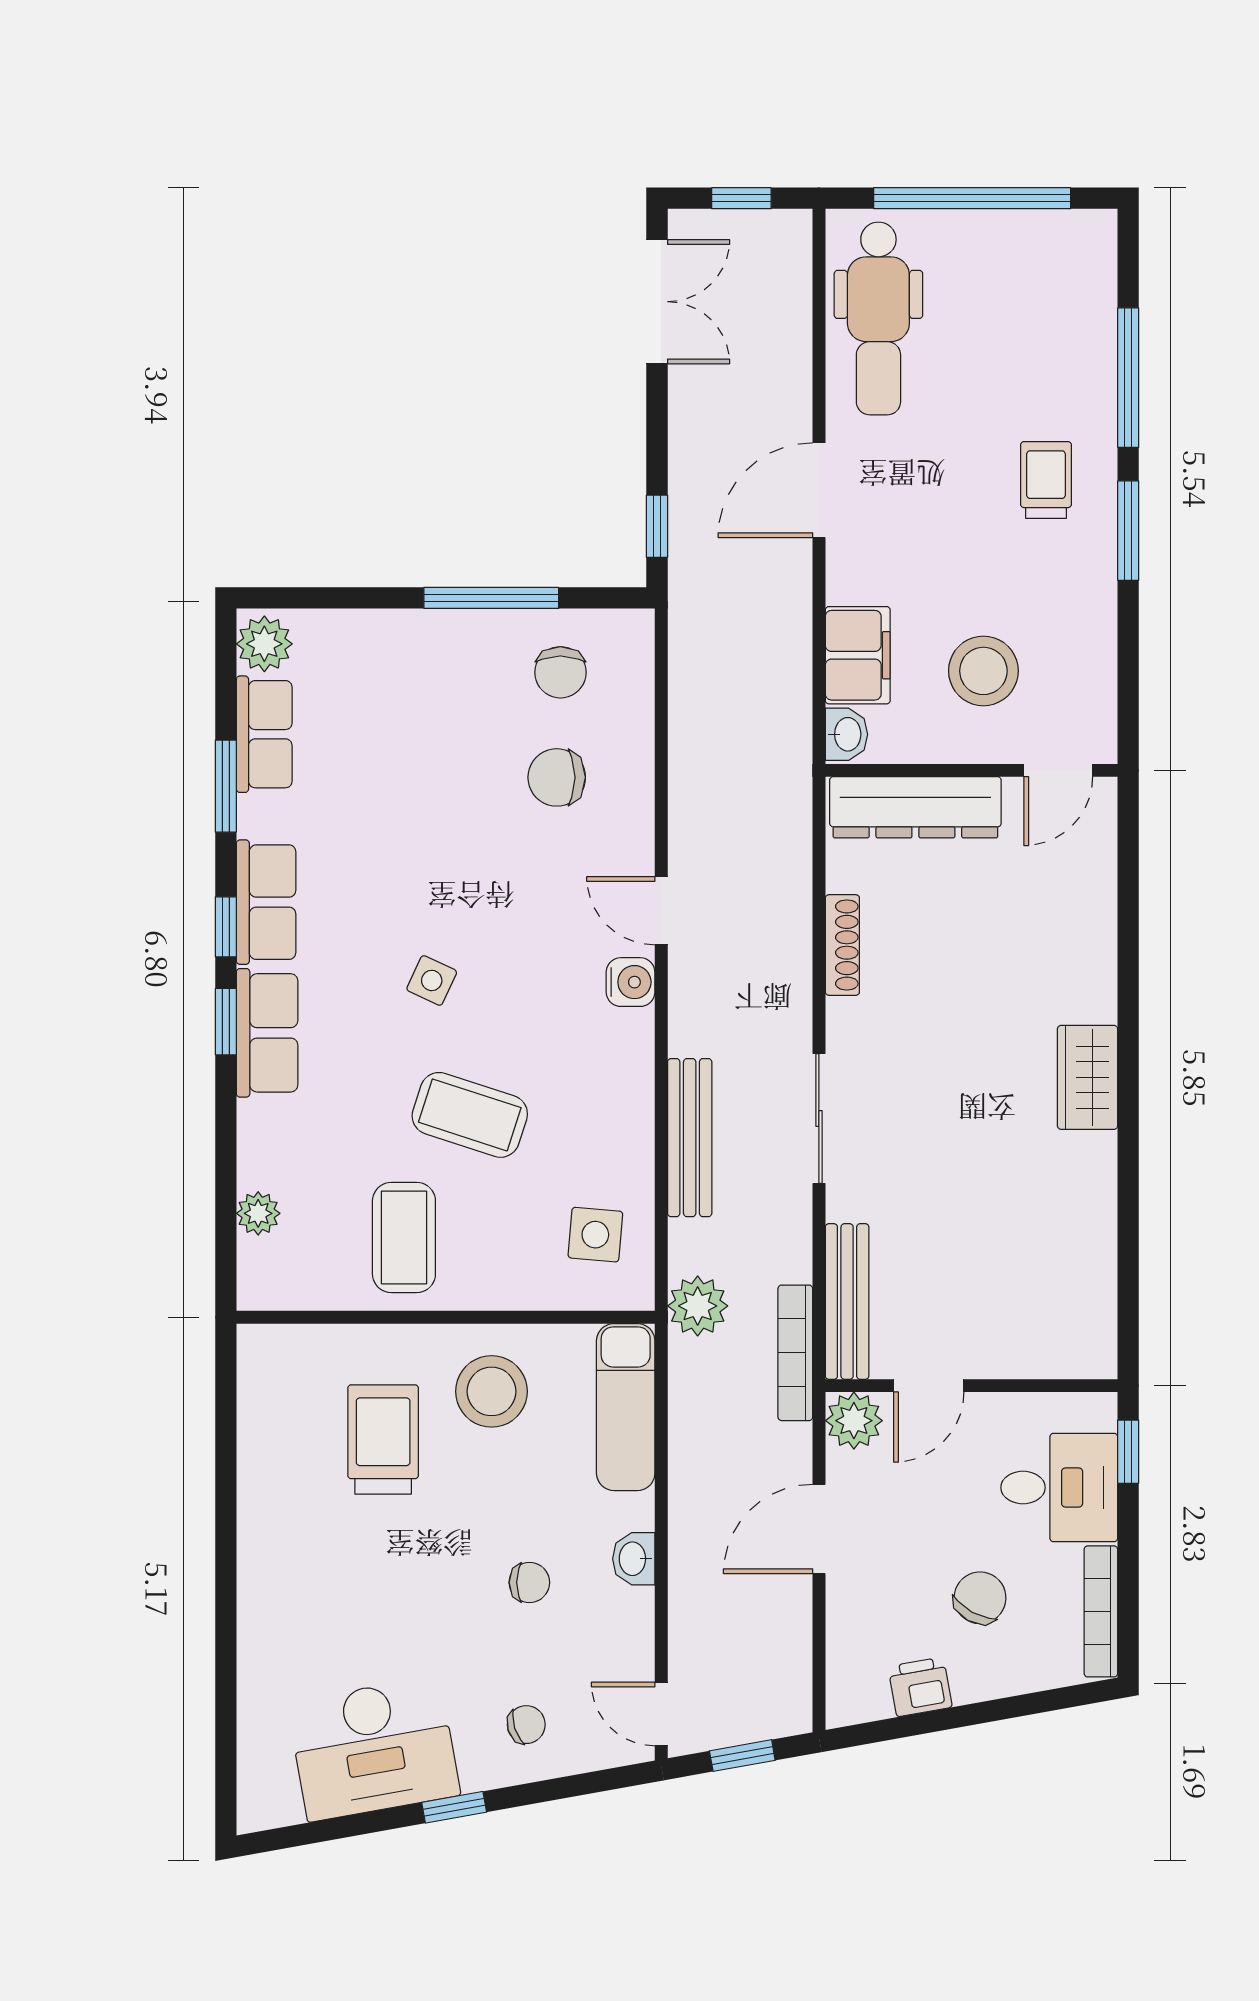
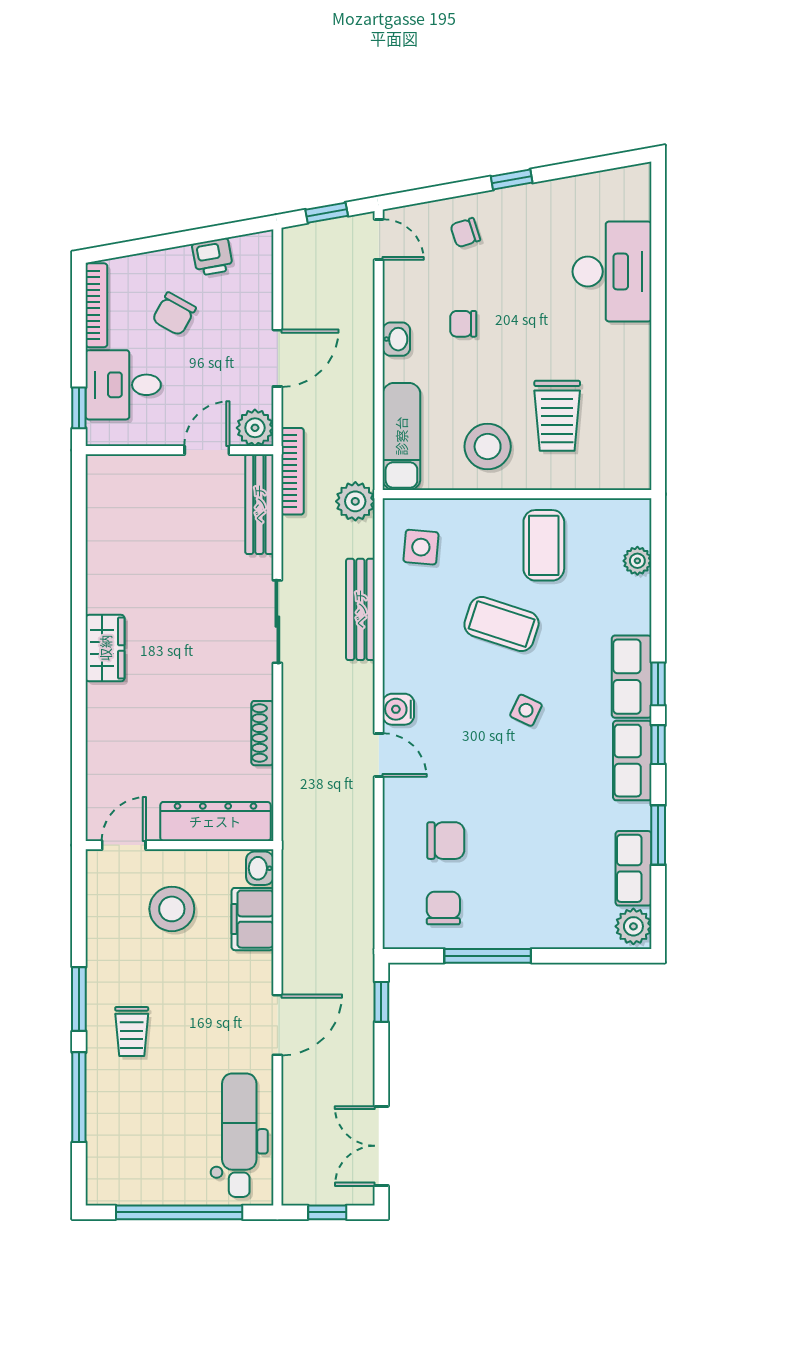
desk: (374, 1749) -> (612, 272), moved, turned 100

